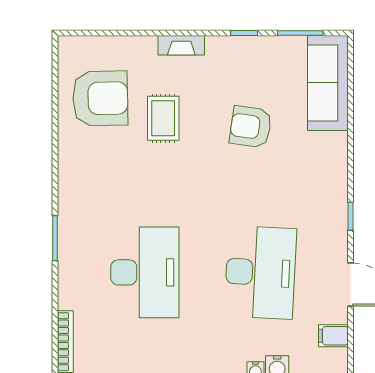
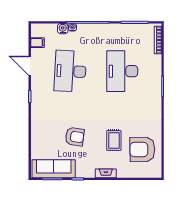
sofa: (328, 83) -> (54, 169), moved, turned -90

